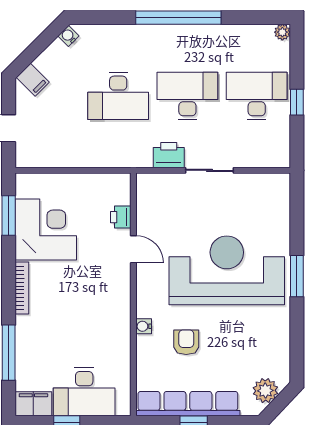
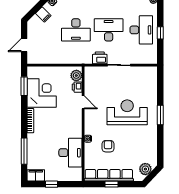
filing cabinet: (33, 80) -> (43, 15), moved
desk: (257, 96) -> (141, 30), turned 90
plant: (119, 193) -> (76, 75), added
reception desk: (227, 270) -> (127, 112), width x0.74, depth x0.77
desk: (84, 392) -> (70, 153), moved, turned -90

